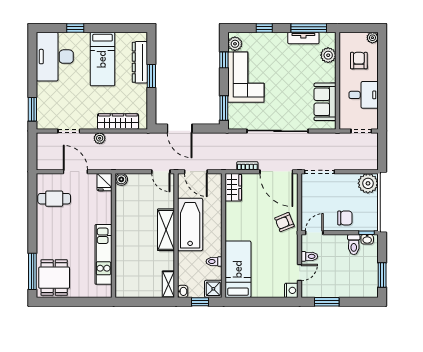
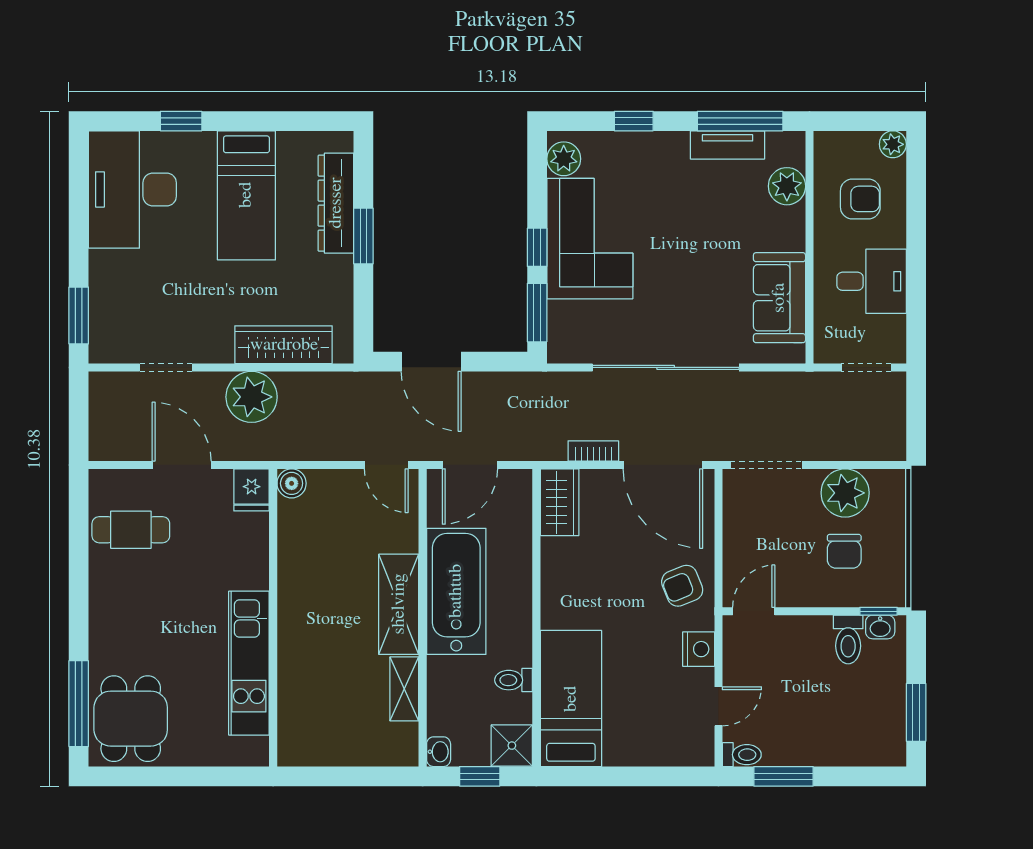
window: (224, 60) -> (537, 247), moved
armchair: (359, 61) -> (860, 199), turned 90
plant: (100, 138) -> (252, 397), width x1.88, depth x1.88
door: (196, 172) -> (470, 465), hinge flipped
plant: (368, 183) -> (845, 493), moved
chair: (345, 218) -> (844, 551), moved, turned 90
toilet: (309, 256) -> (742, 755), moved
shelving: (168, 284) -> (404, 689), moved
nightstand: (291, 290) -> (699, 649), moved

